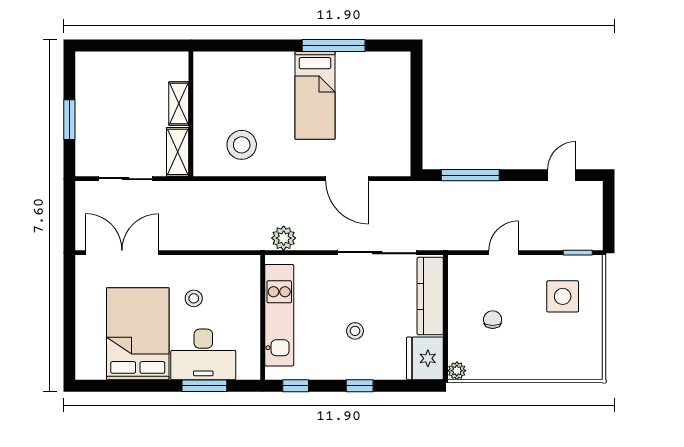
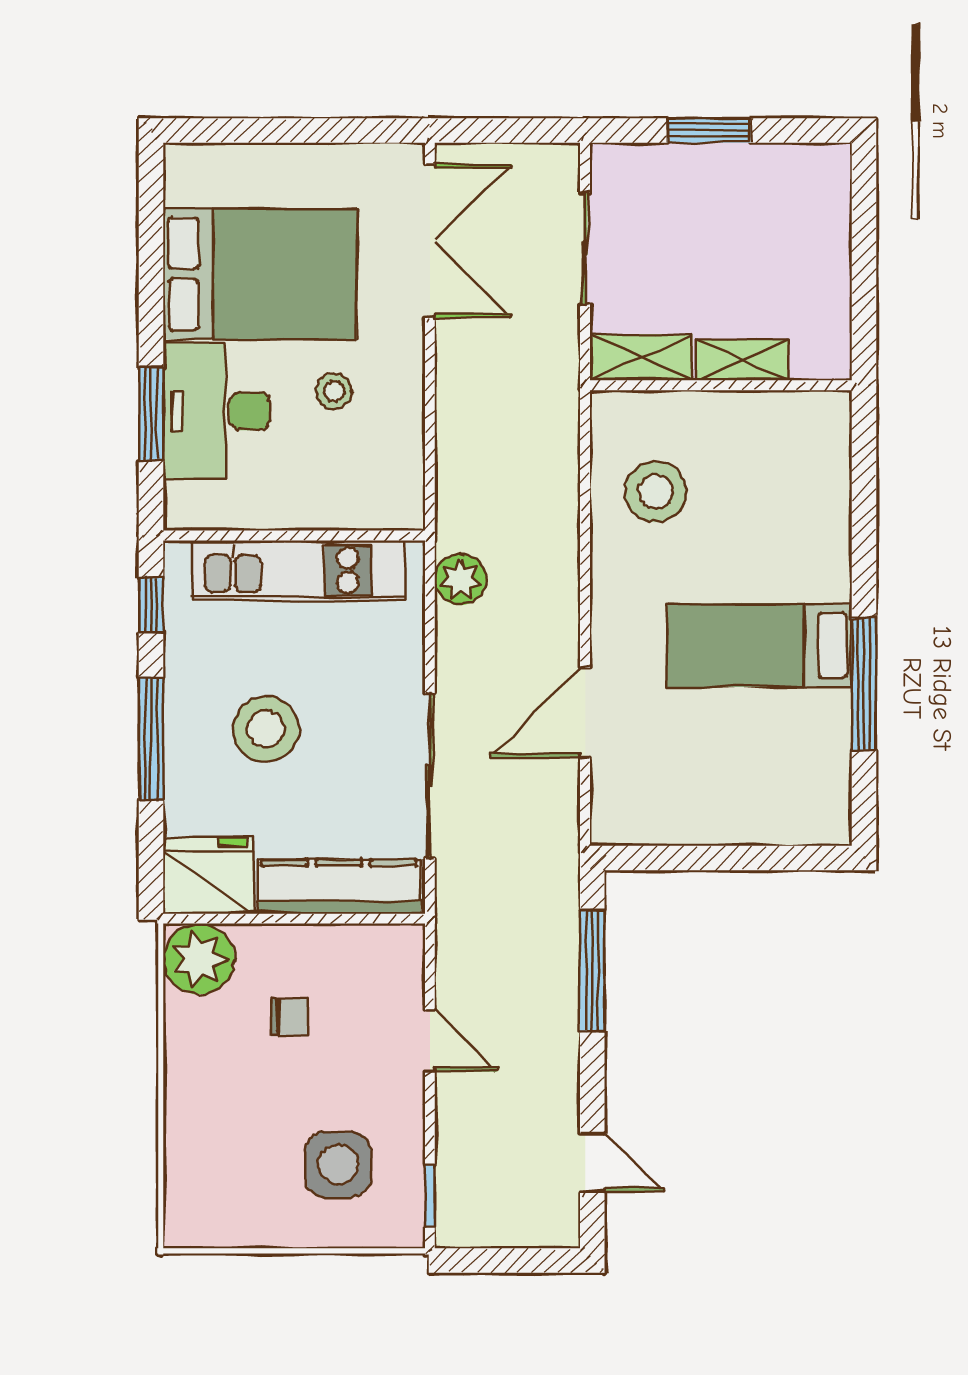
stool: (355, 331) -> (266, 729), width x1.89, depth x1.89
plant: (457, 371) -> (199, 959), width x1.88, depth x1.88
window: (360, 386) -> (151, 739), width x2.17

